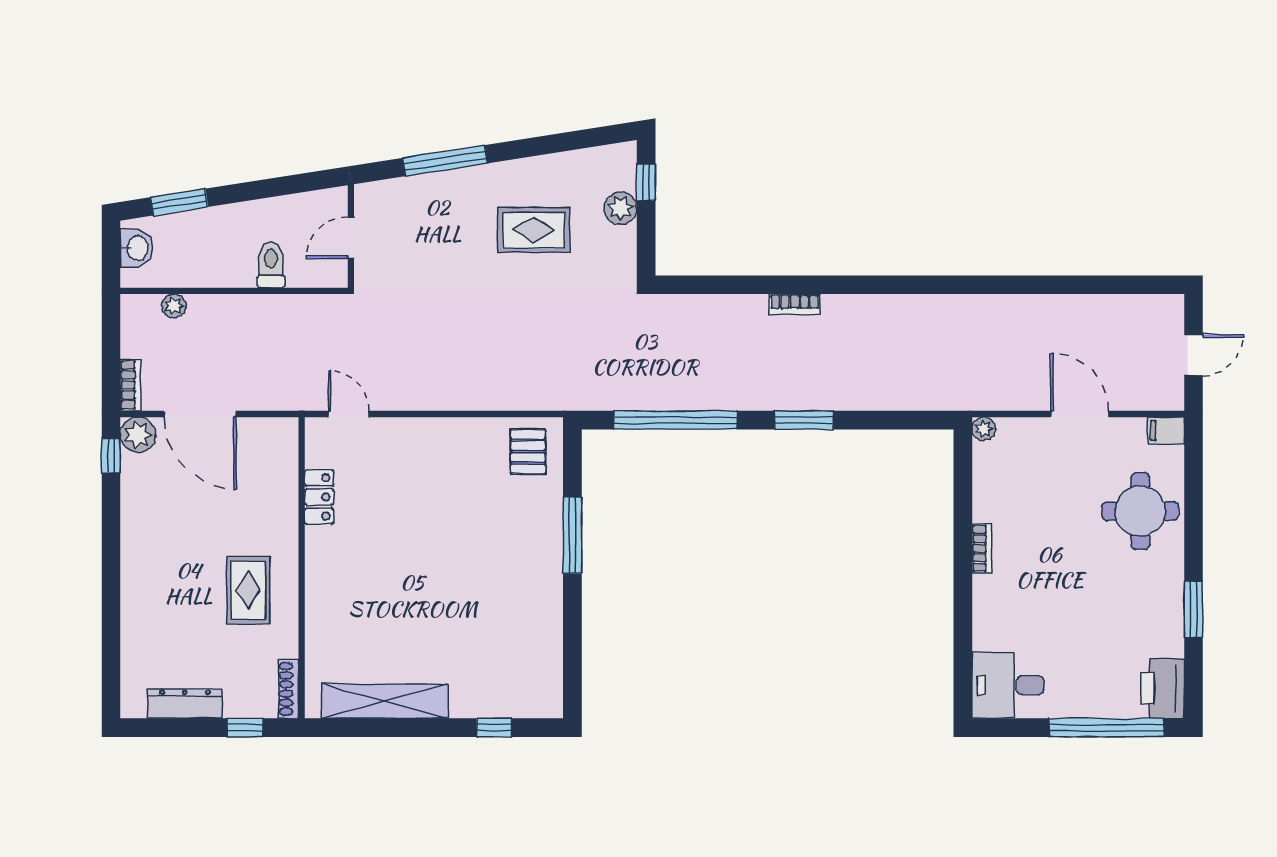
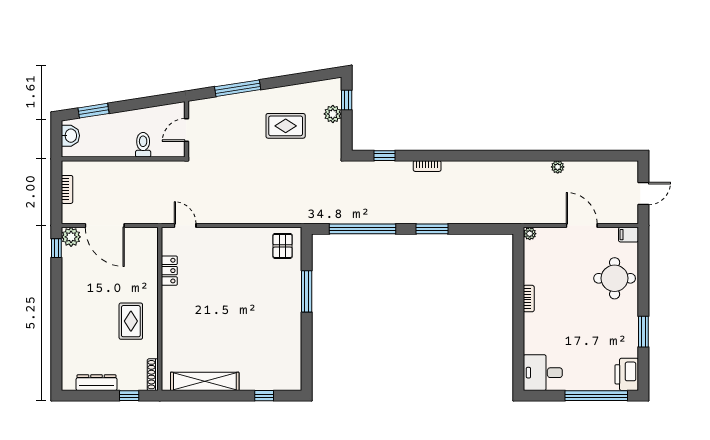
window: (716, 285) -> (385, 156), added
plant: (174, 306) -> (558, 167), moved
bookcase: (131, 385) -> (67, 189), moved

